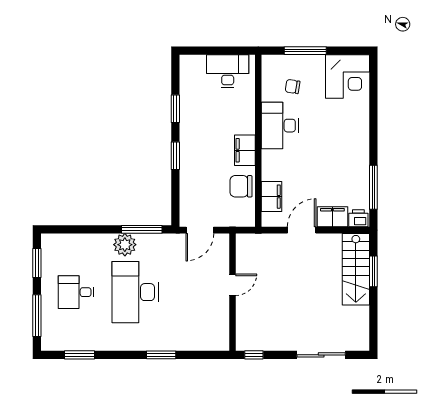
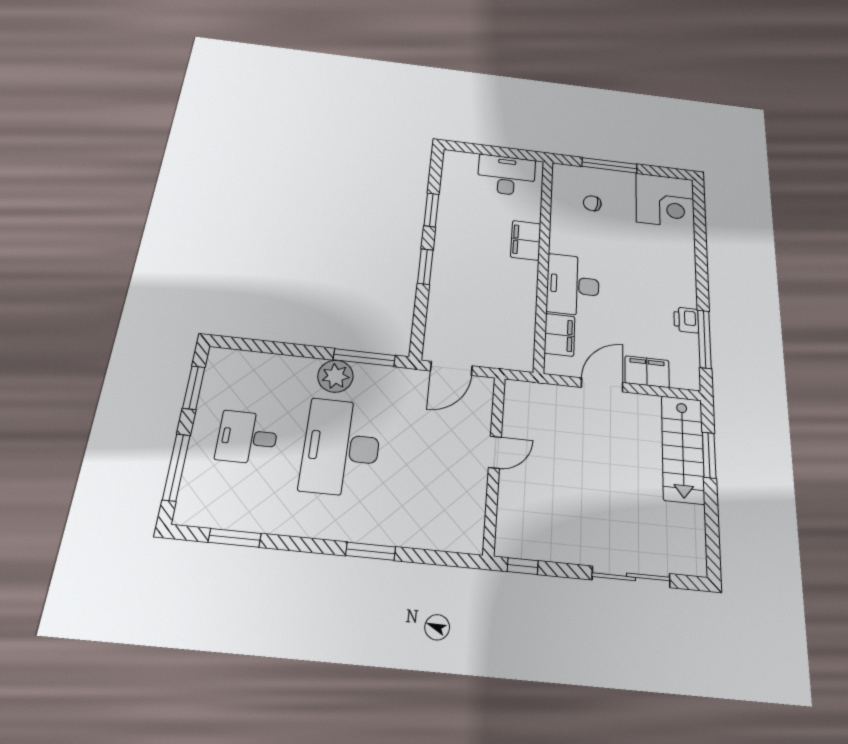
desk: (280, 126) -> (573, 285), moved
filing cabinet: (245, 150) -> (526, 240), moved
chair: (241, 186) -> (516, 316), removed
printer: (358, 218) -> (686, 320), moved, turned -90

